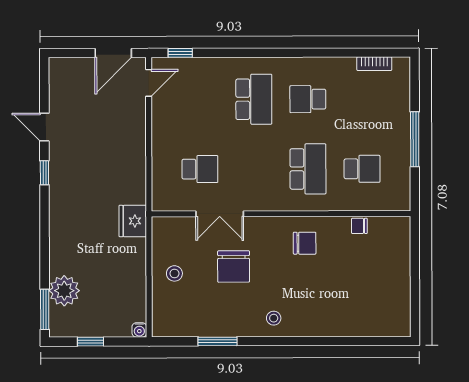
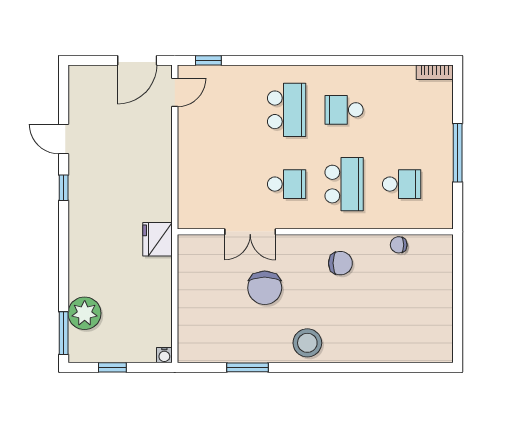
bookcase: (374, 64) -> (435, 72), moved
school desk: (200, 169) -> (287, 184), moved
stool: (174, 273) -> (202, 295), removed
stool: (274, 318) -> (307, 343), width x1.89, depth x1.89

